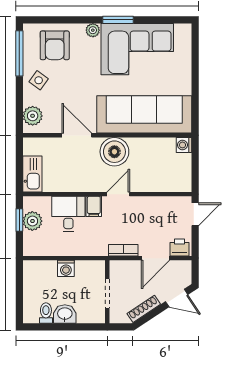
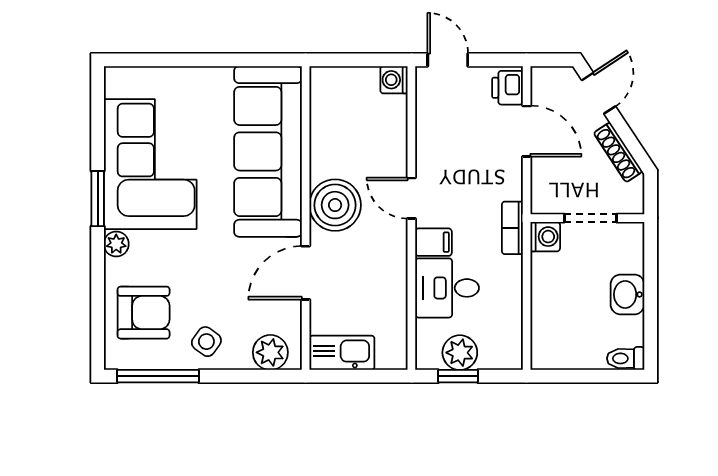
washing machine: (184, 145) -> (394, 80), moved, turned 90
kitchen sink: (32, 174) -> (342, 353), moved
bookcase: (123, 250) -> (512, 228), moved
washing machine: (66, 268) -> (545, 237), moved
toilet: (46, 313) -> (626, 358), moved

